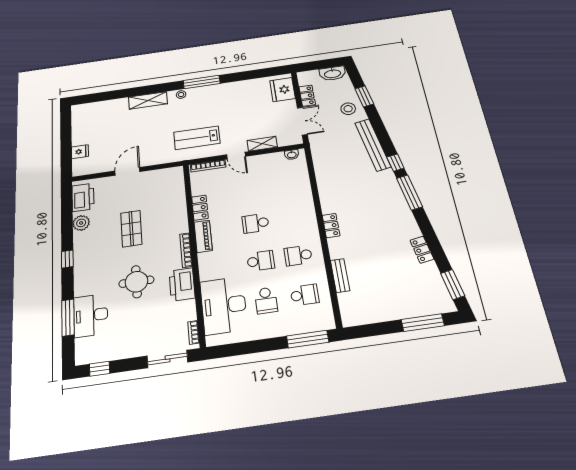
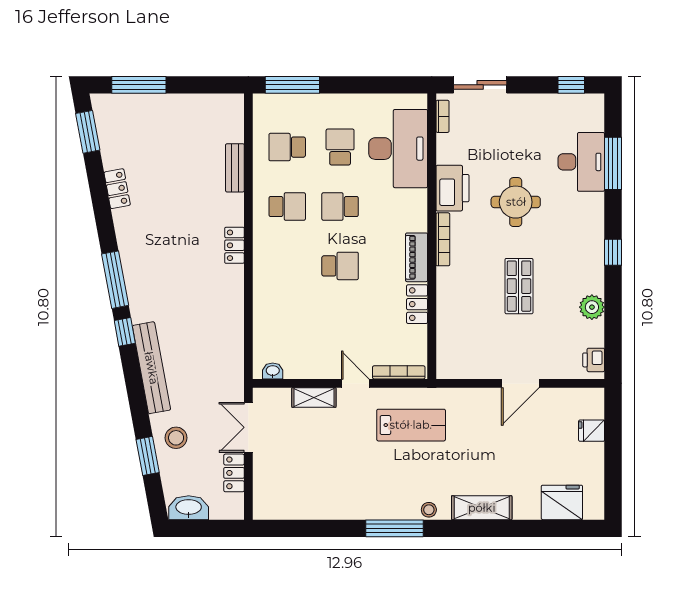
fridge: (283, 90) -> (562, 502), moved, turned -90
printer: (83, 197) -> (594, 360), width x0.53, depth x0.68

